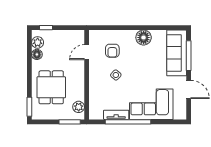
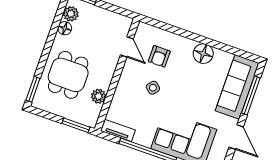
door: (87, 52) -> (127, 47), swing flipped
plant: (79, 107) -> (98, 96), moved
tv unit: (116, 115) -> (118, 130), moved

